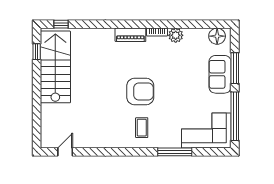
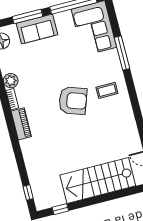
stairs: (55, 67) -> (98, 180), moved
armchair: (140, 91) -> (73, 101), turned 109

